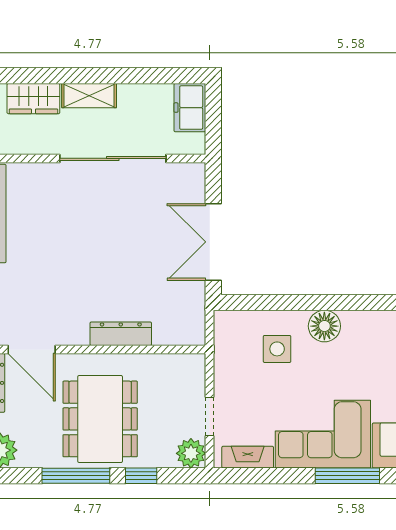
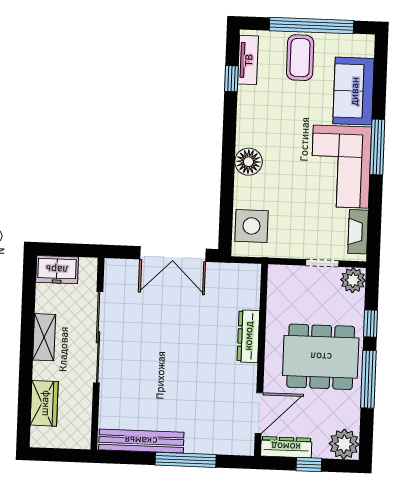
shelving: (89, 96) -> (44, 337), moved
side table: (277, 349) -> (251, 226), moved, width x1.37, depth x1.37

